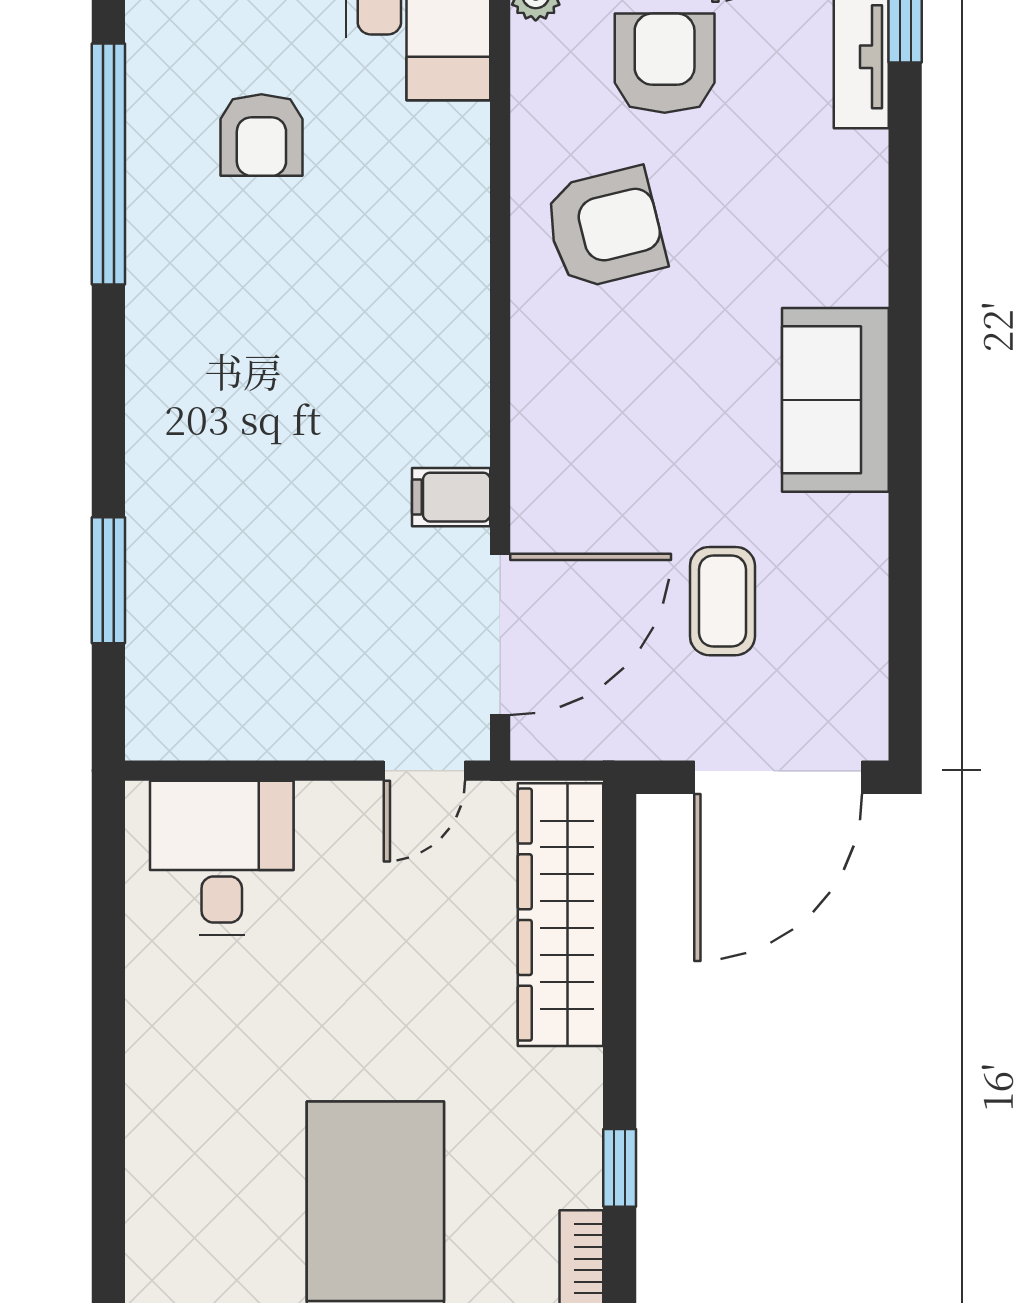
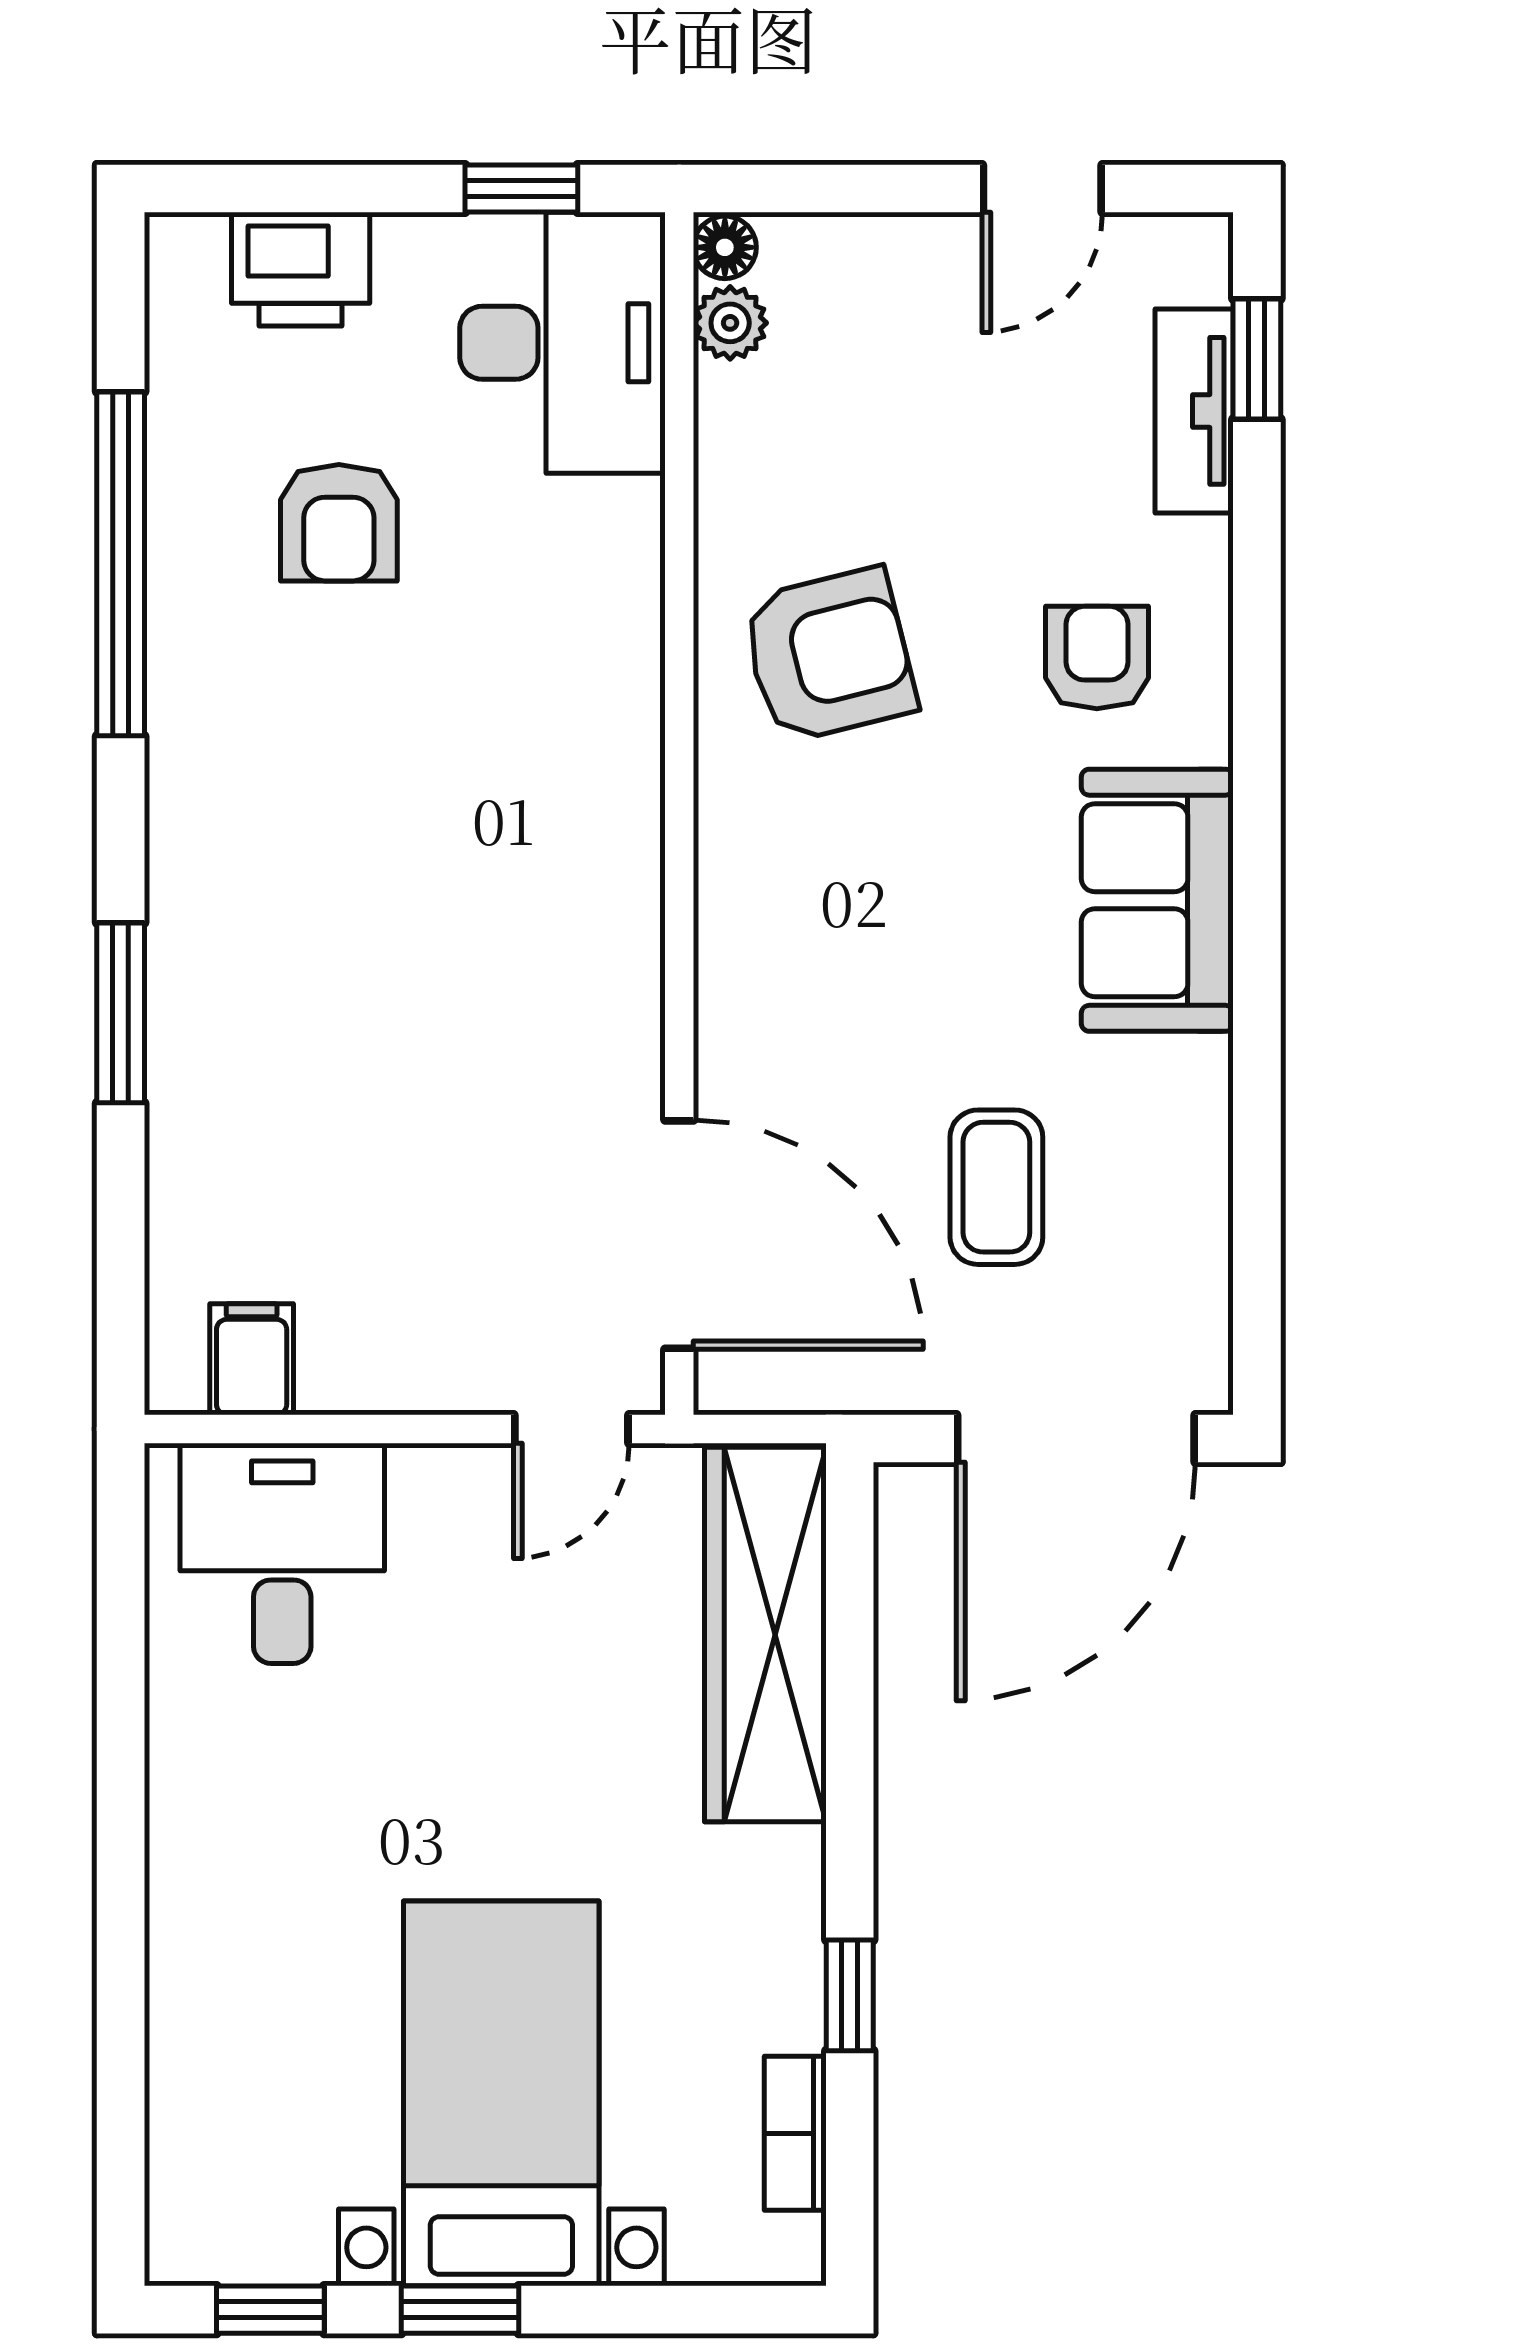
armchair: (665, 63) -> (1097, 658), moved, width x0.72, depth x0.72
filing cabinet: (451, 497) -> (252, 1359), moved, turned 90
window: (108, 580) -> (121, 1013), moved
door: (500, 634) -> (679, 1235), hinge flipped

